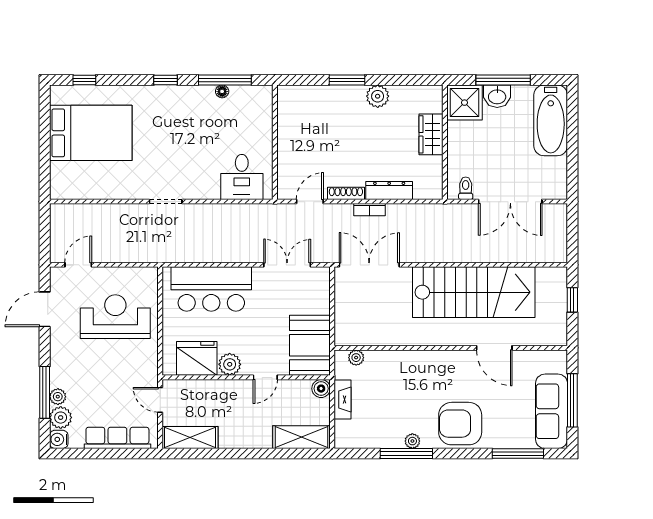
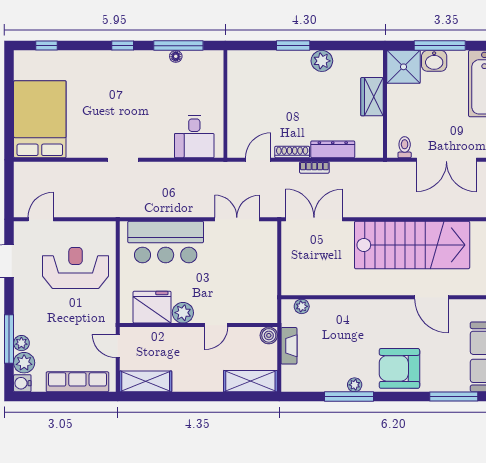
bed: (91, 133) -> (40, 119), moved, turned -90
booth: (310, 345) -> (258, 295), removed

